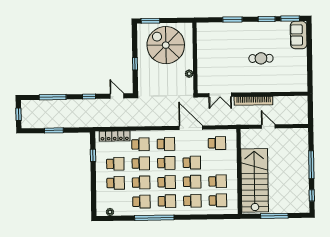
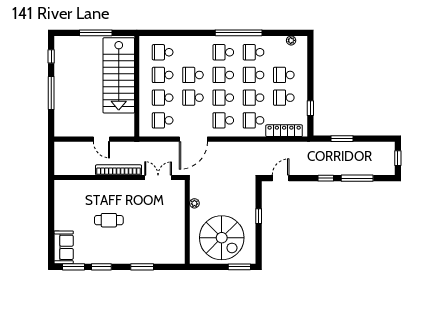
window: (89, 96) -> (326, 178), moved
door: (117, 96) -> (281, 178), swing flipped
door: (191, 128) -> (193, 139), hinge flipped
window: (54, 130) -> (342, 139), moved
school desk: (192, 201) -> (163, 98), moved

